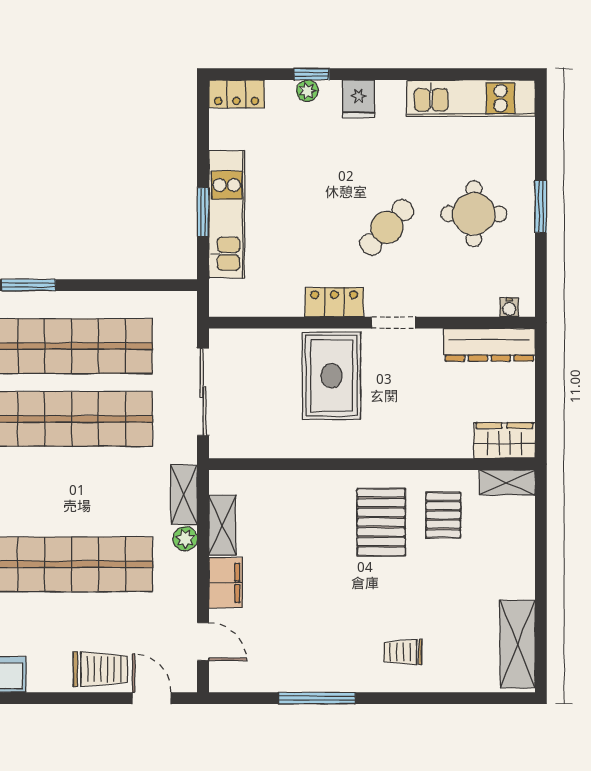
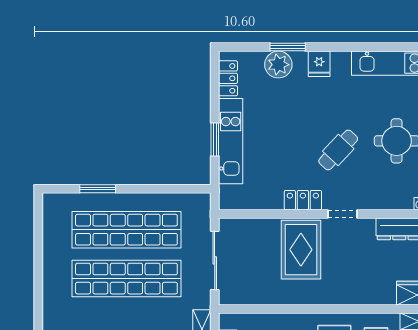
window: (312, 74) -> (288, 47), width x1.50
plant: (307, 91) -> (278, 65), width x1.88, depth x1.88
locker: (236, 94) -> (228, 78), moved, turned -90

